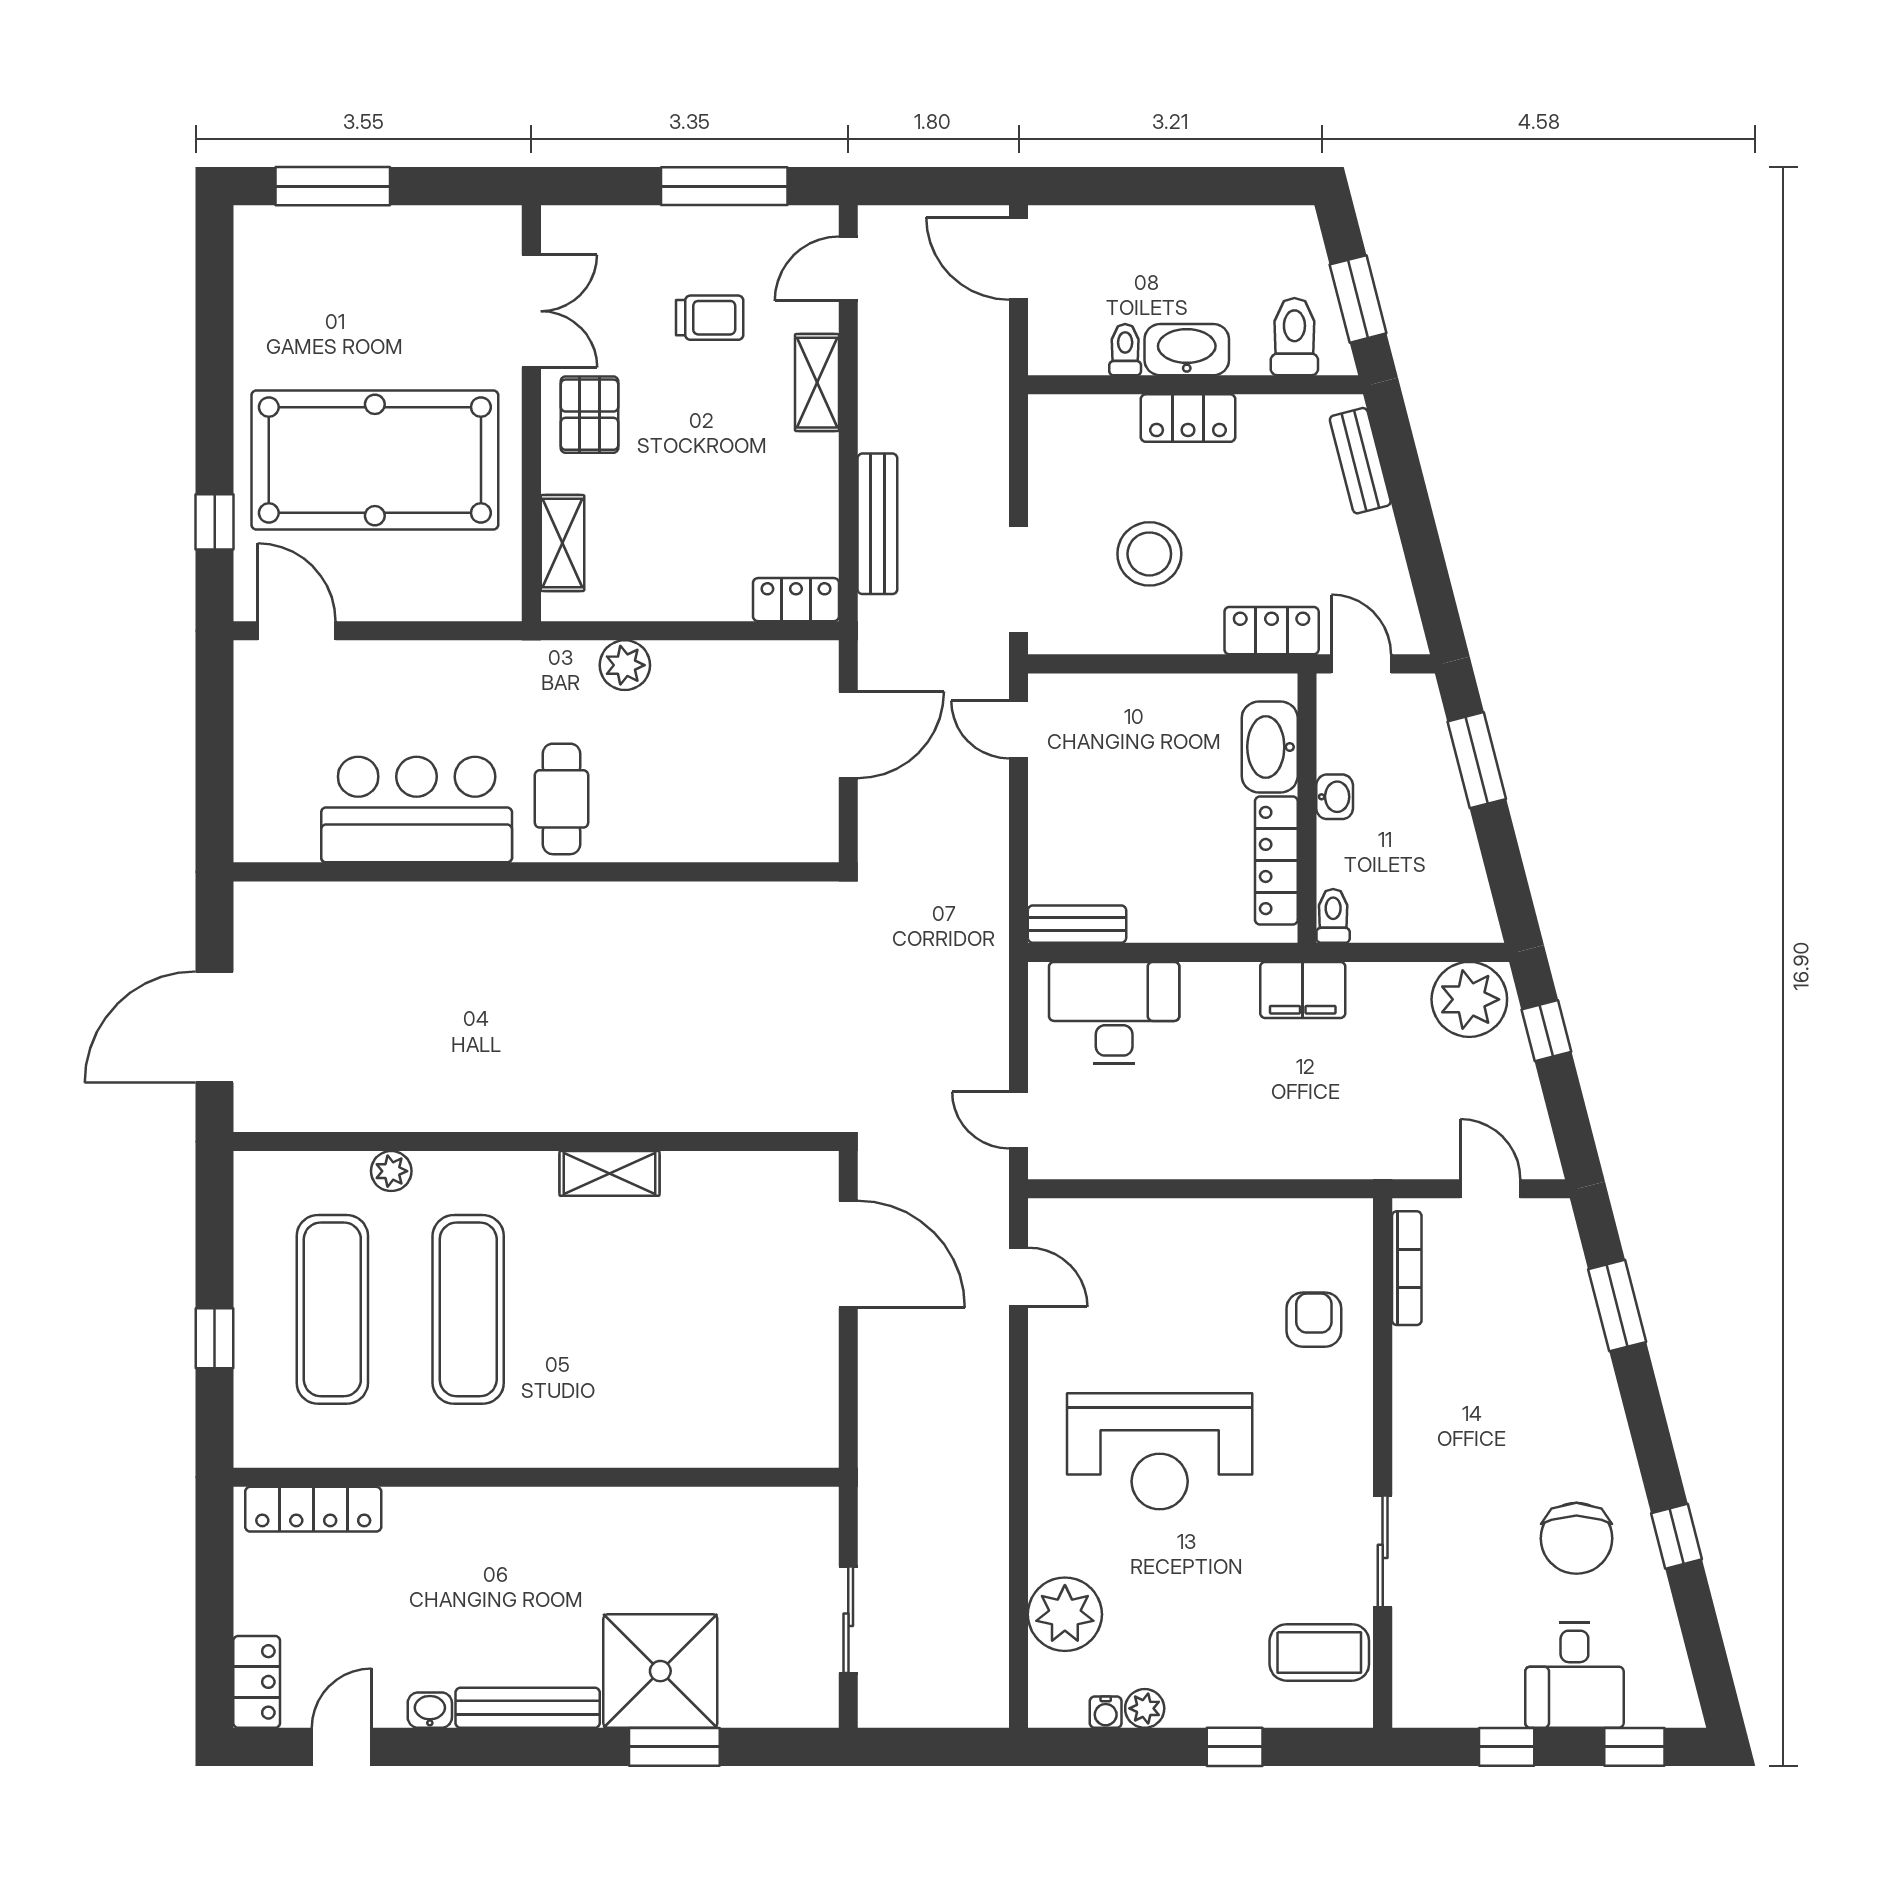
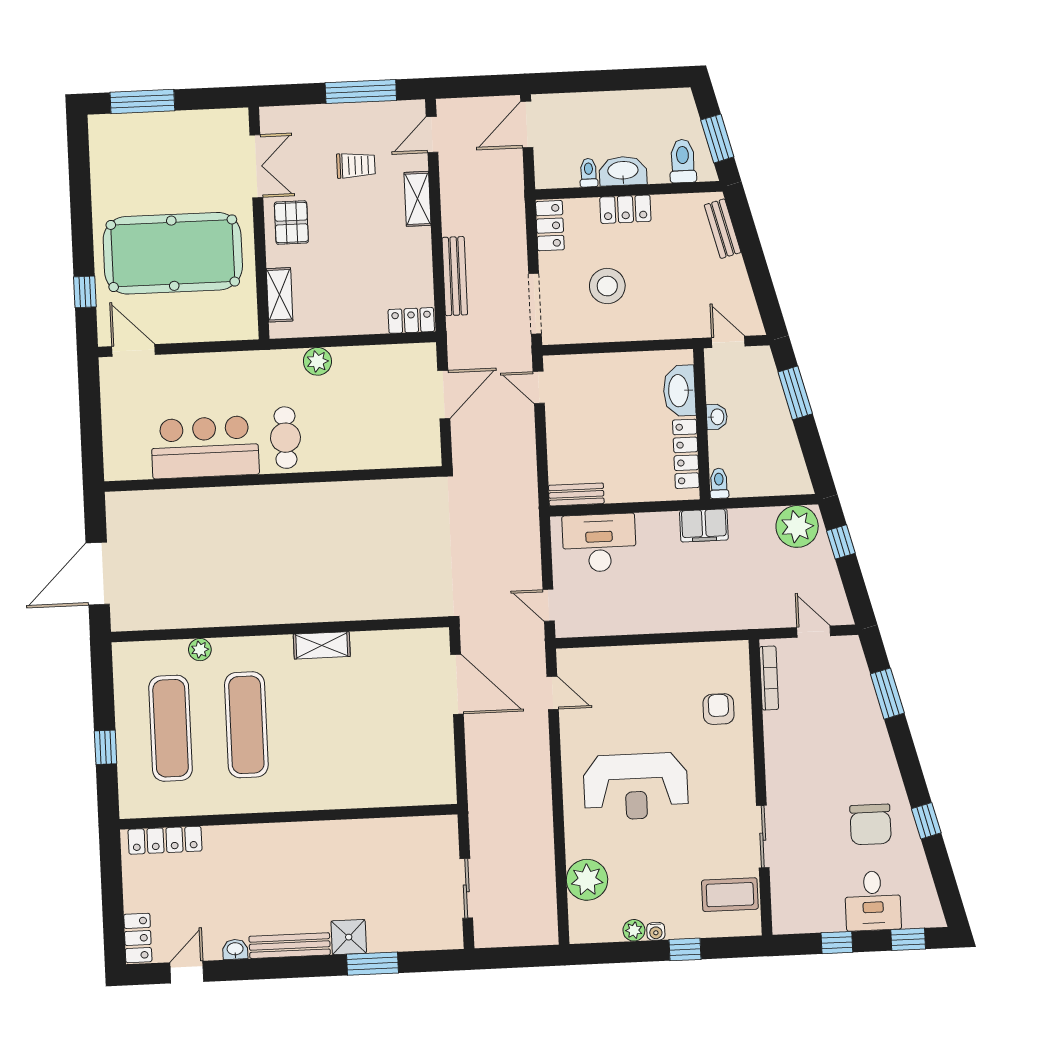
door: (1019, 258) -> (527, 124), hinge flipped
locker: (1272, 631) -> (550, 226), moved, turned 90
shower: (660, 1671) -> (349, 937), width x0.54, depth x0.54
water cooler: (1106, 1712) -> (656, 931), moved

